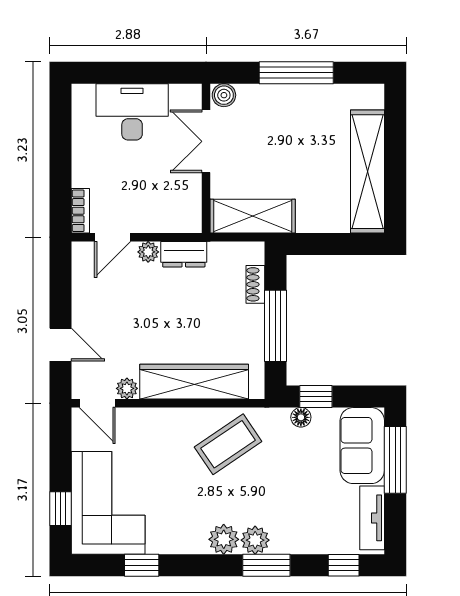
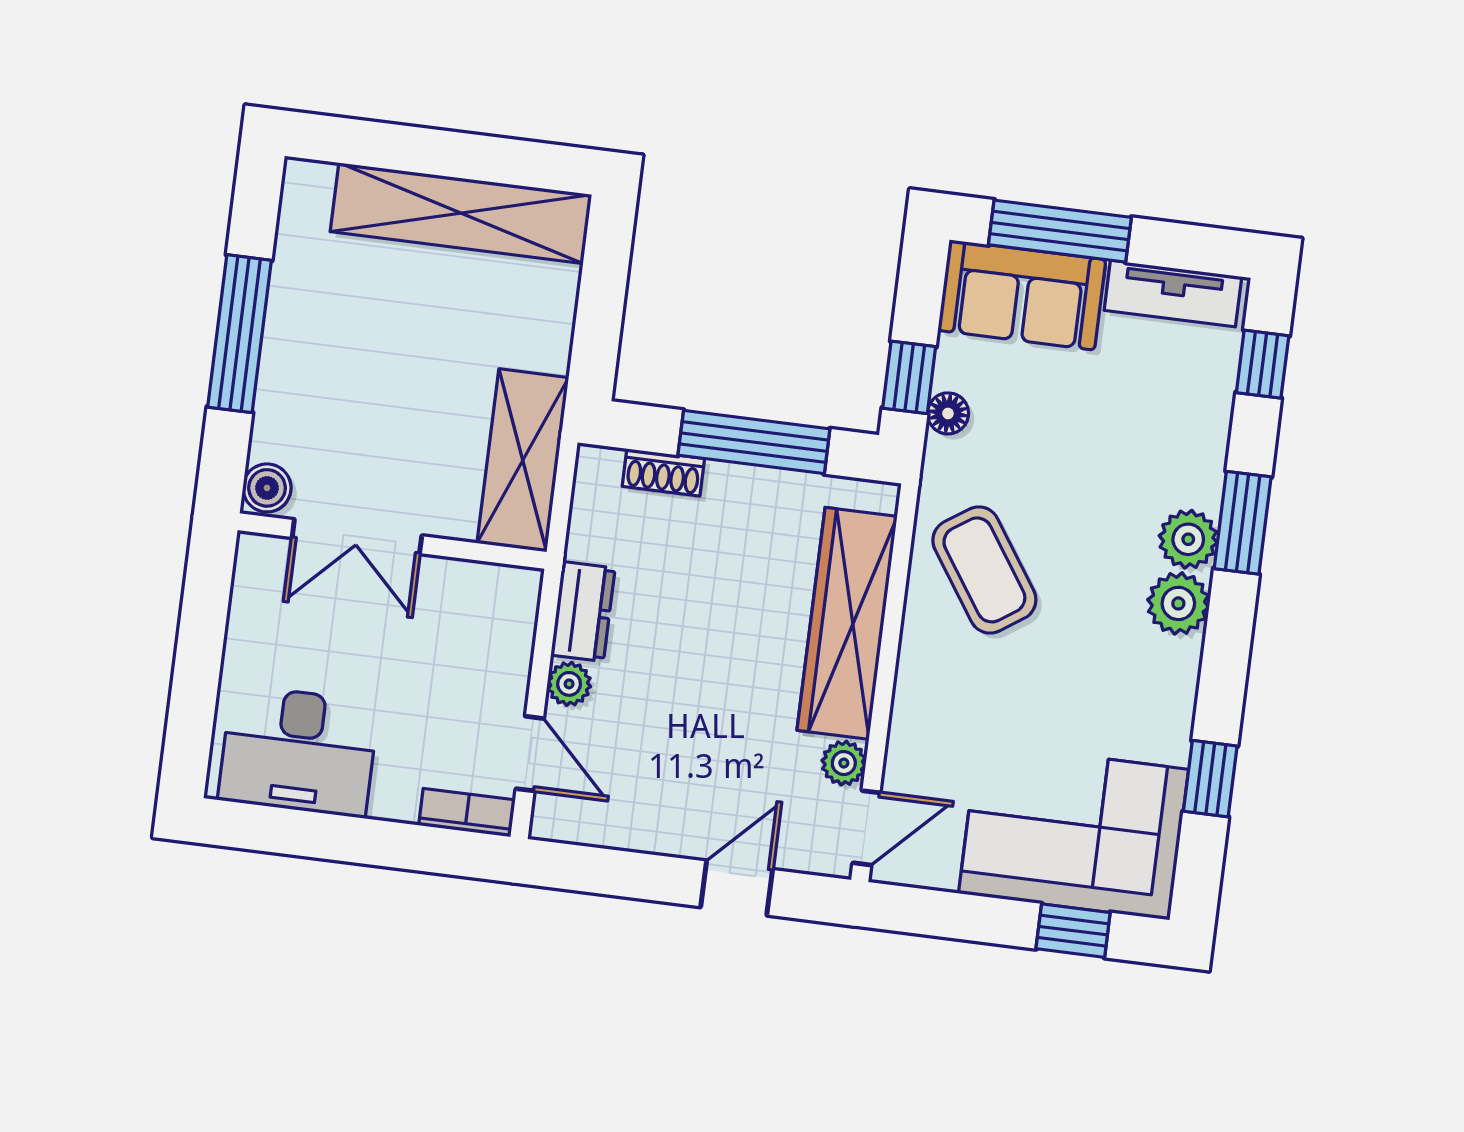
desk: (132, 112) -> (298, 751), moved, turned -90

